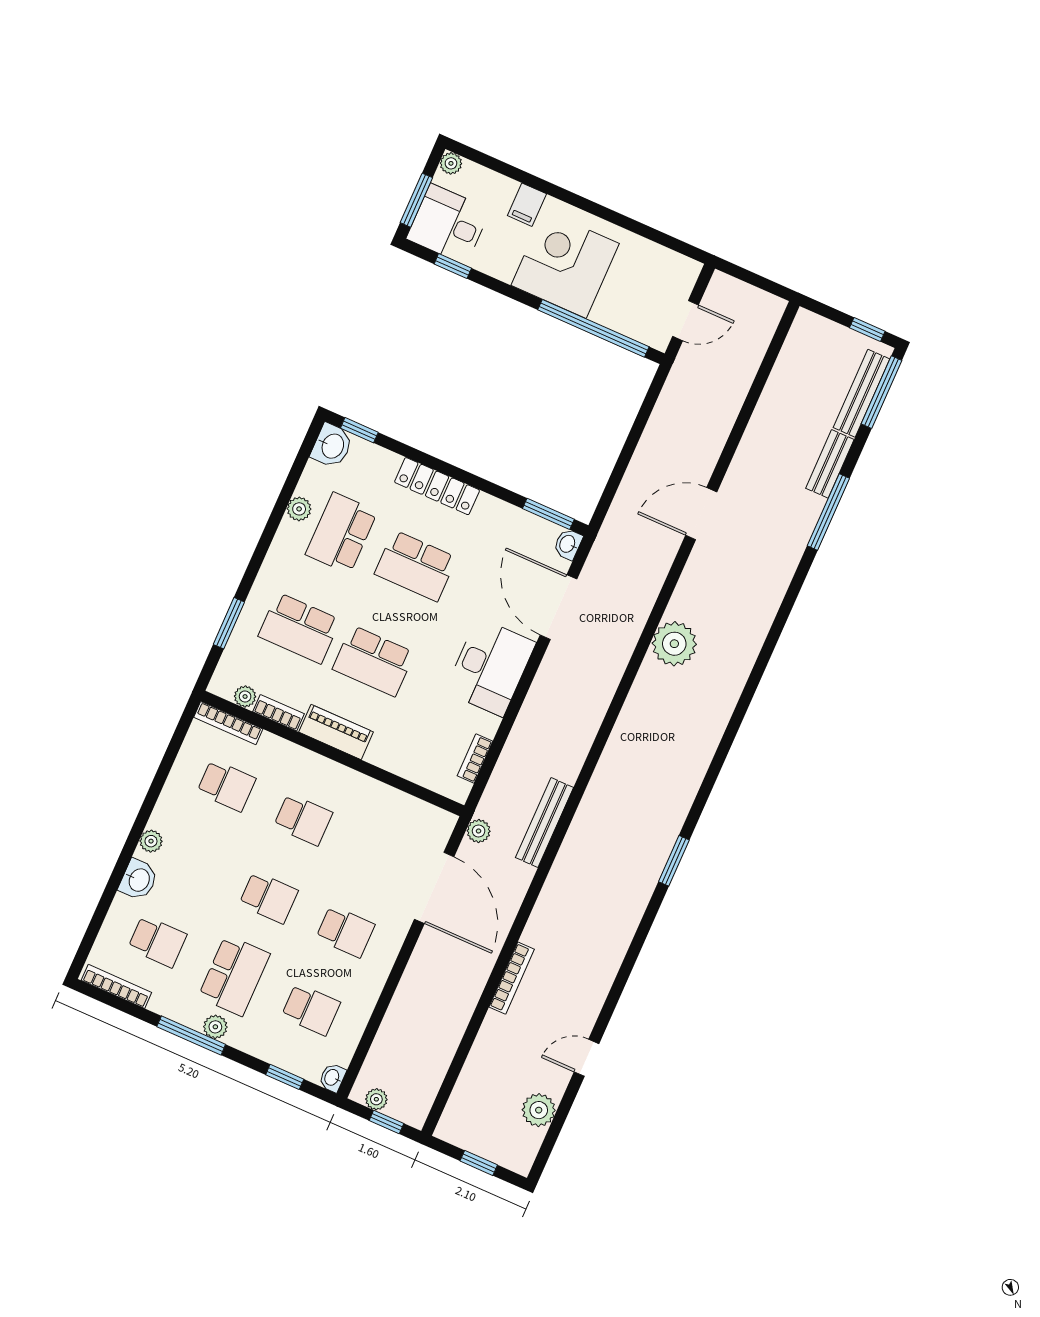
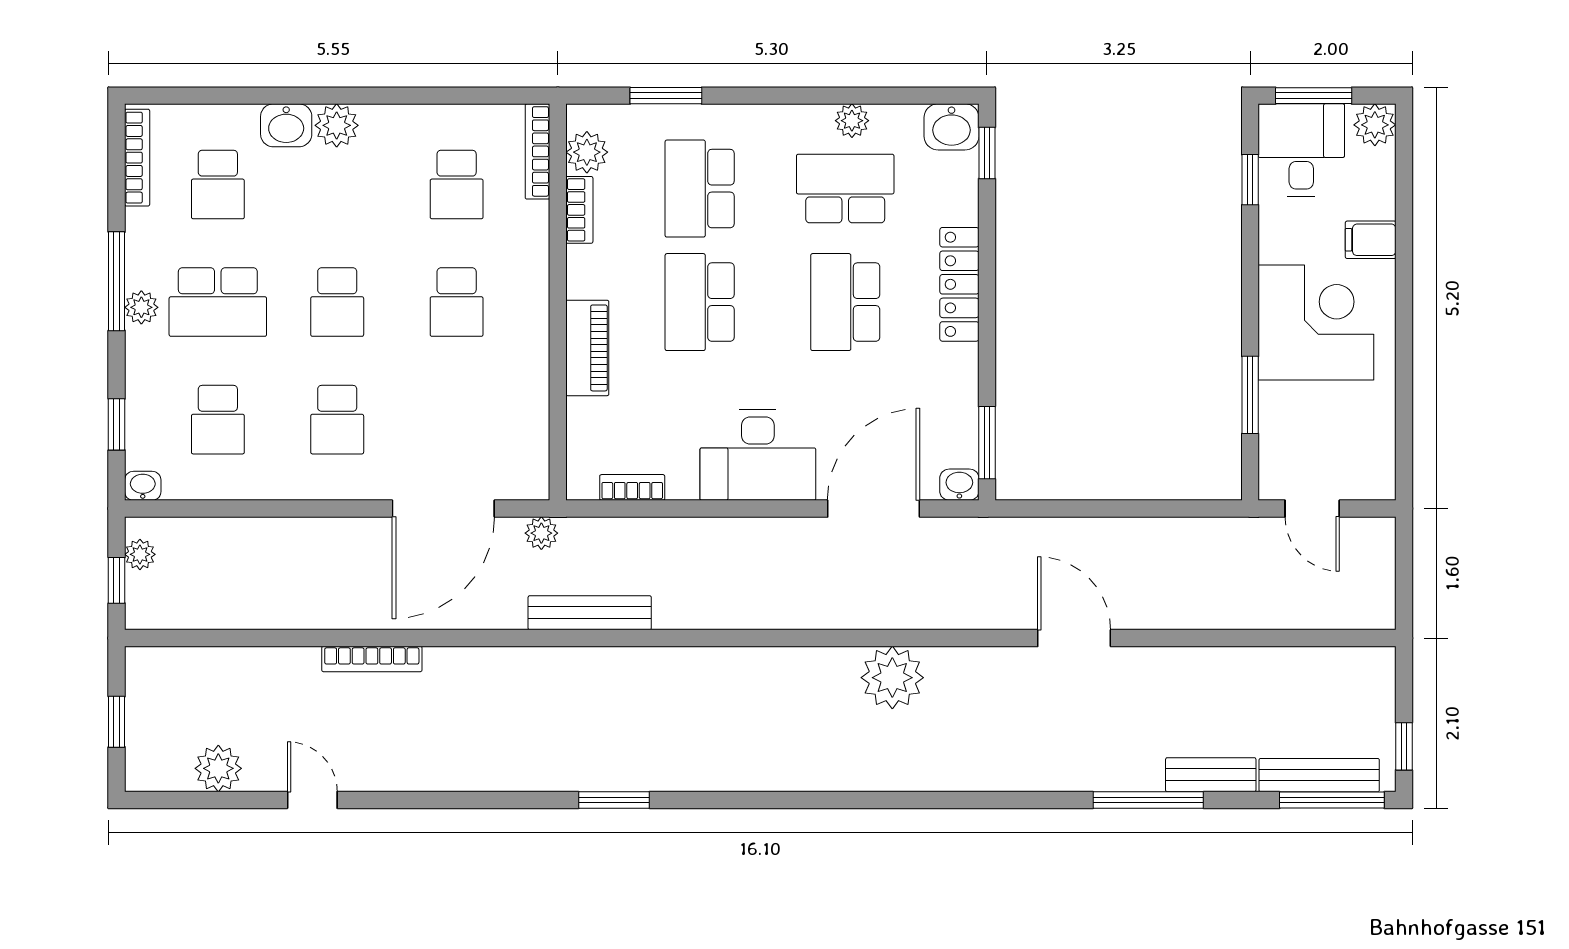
plant: (451, 163) -> (1375, 125), width x1.38, depth x1.38
window: (593, 328) -> (1250, 395), width x0.47
plant: (245, 696) -> (587, 152), width x1.38, depth x1.38
piano: (336, 732) -> (587, 348), moved
plant: (151, 841) -> (337, 125), width x1.38, depth x1.38

